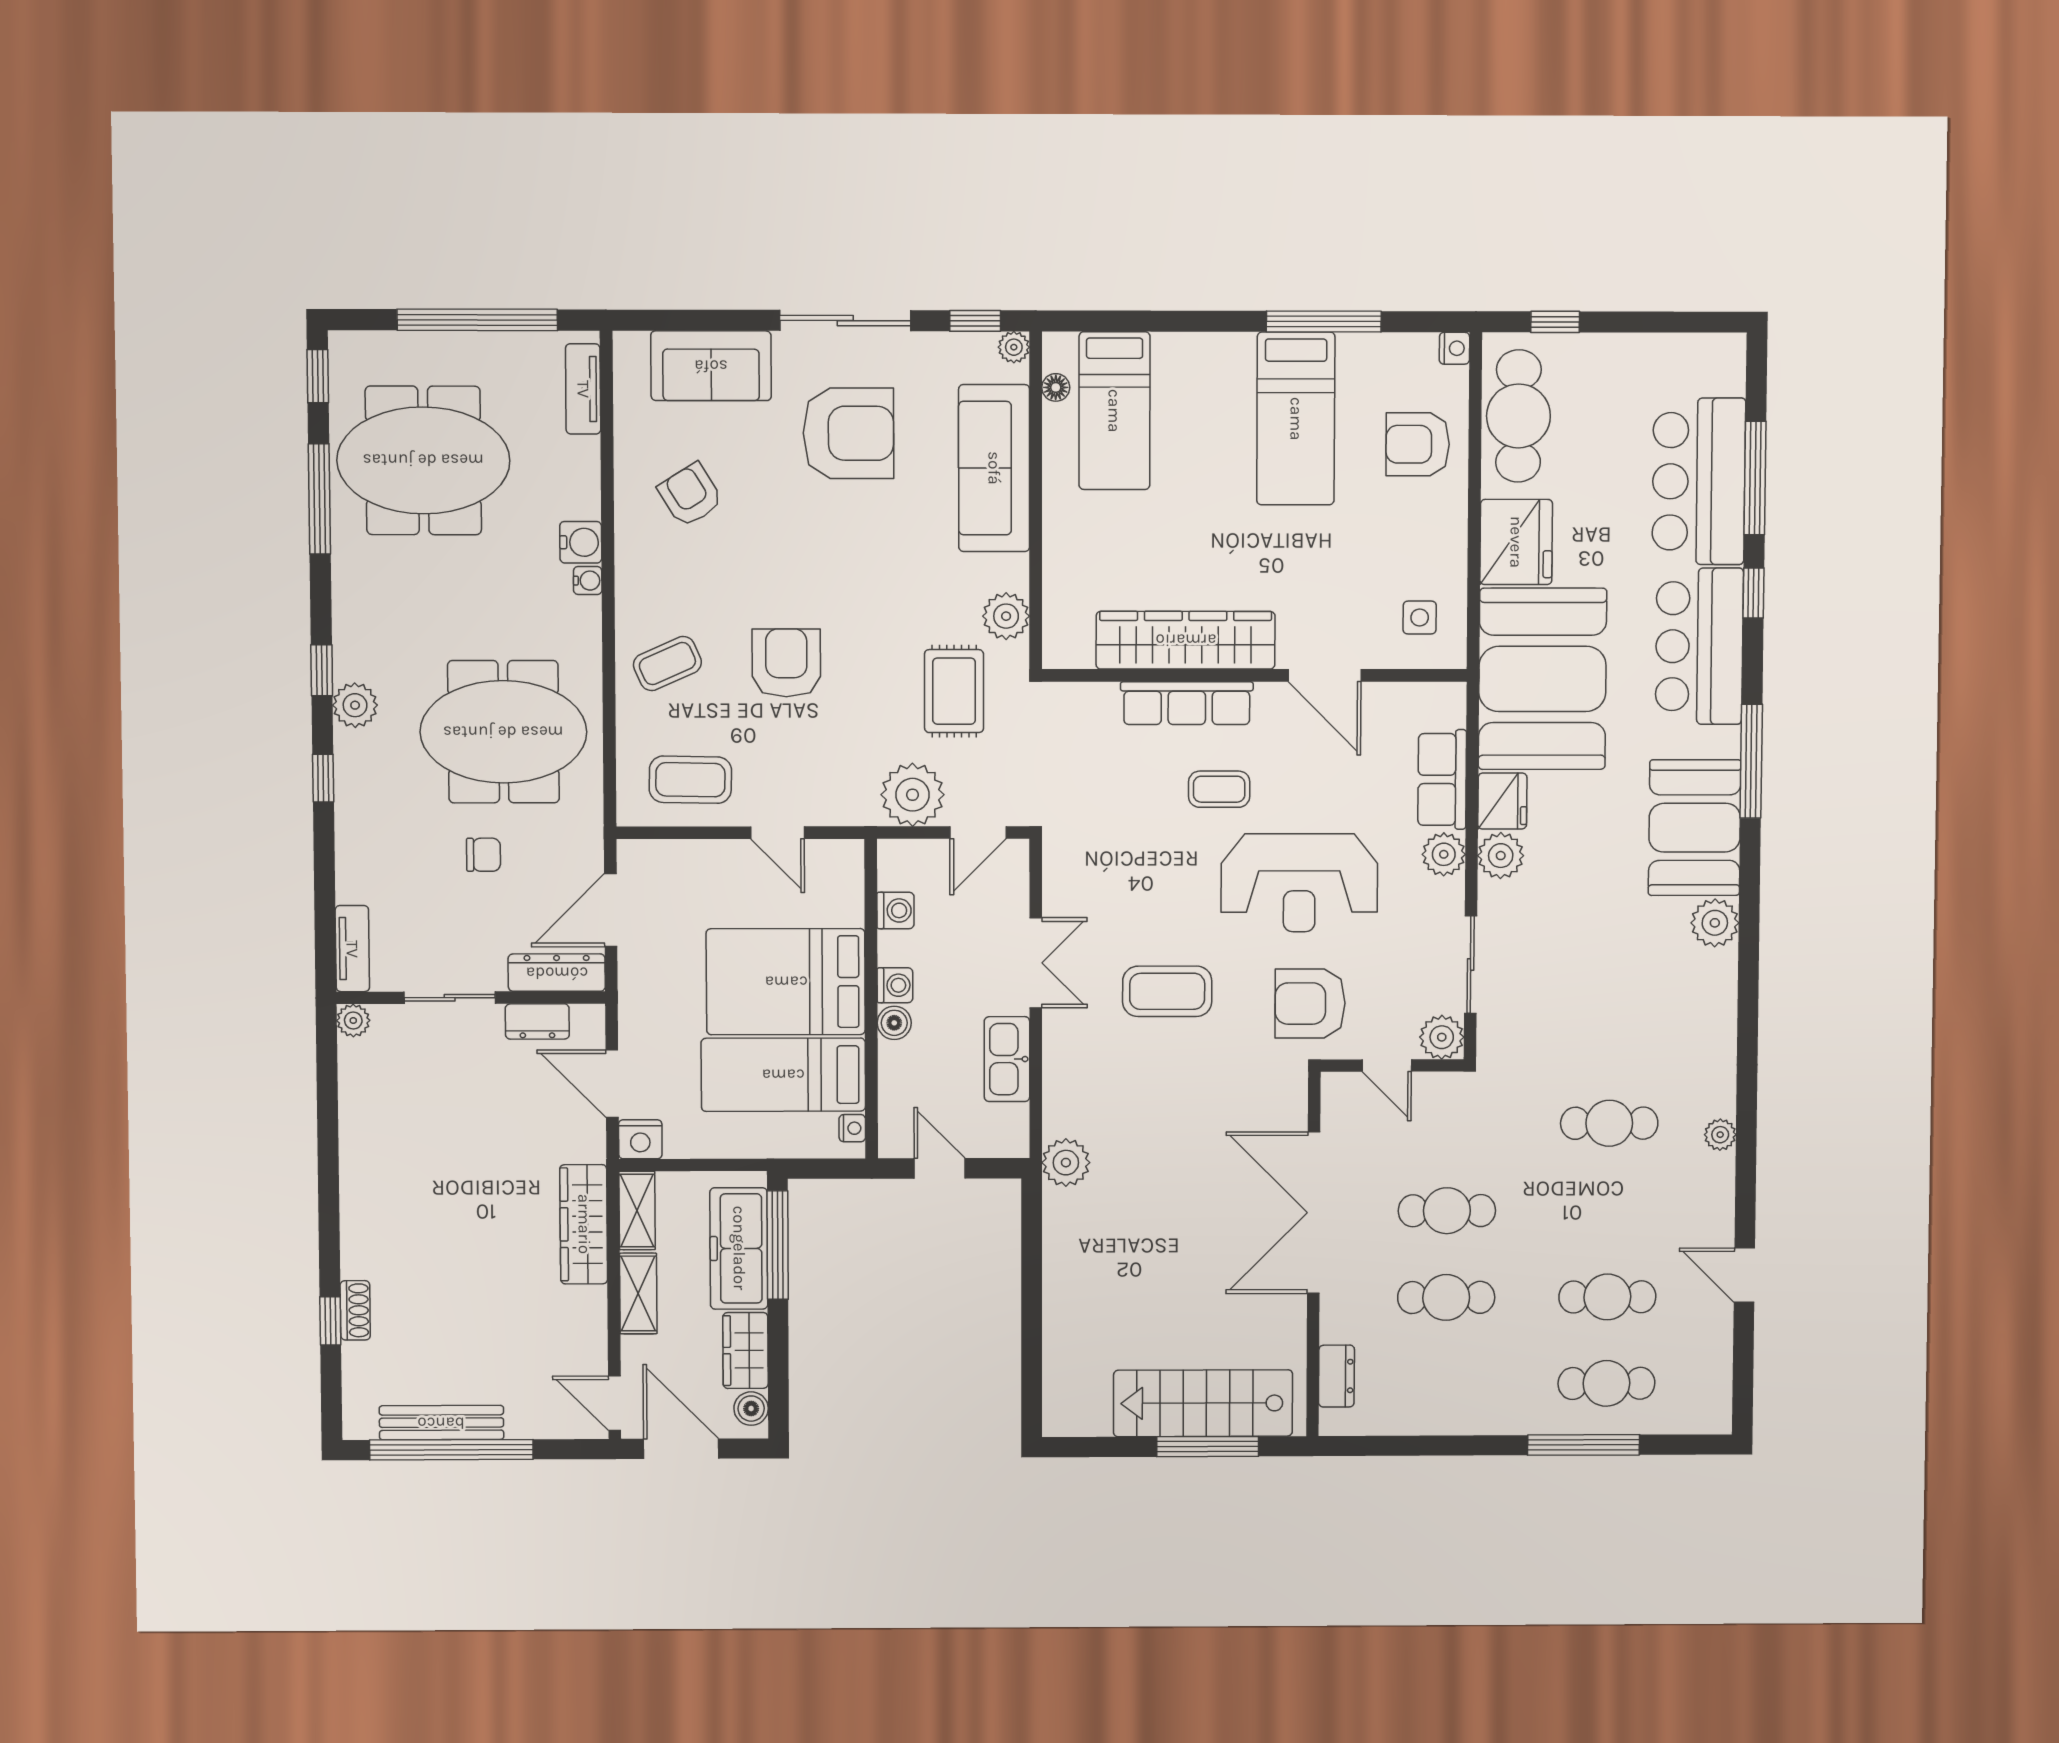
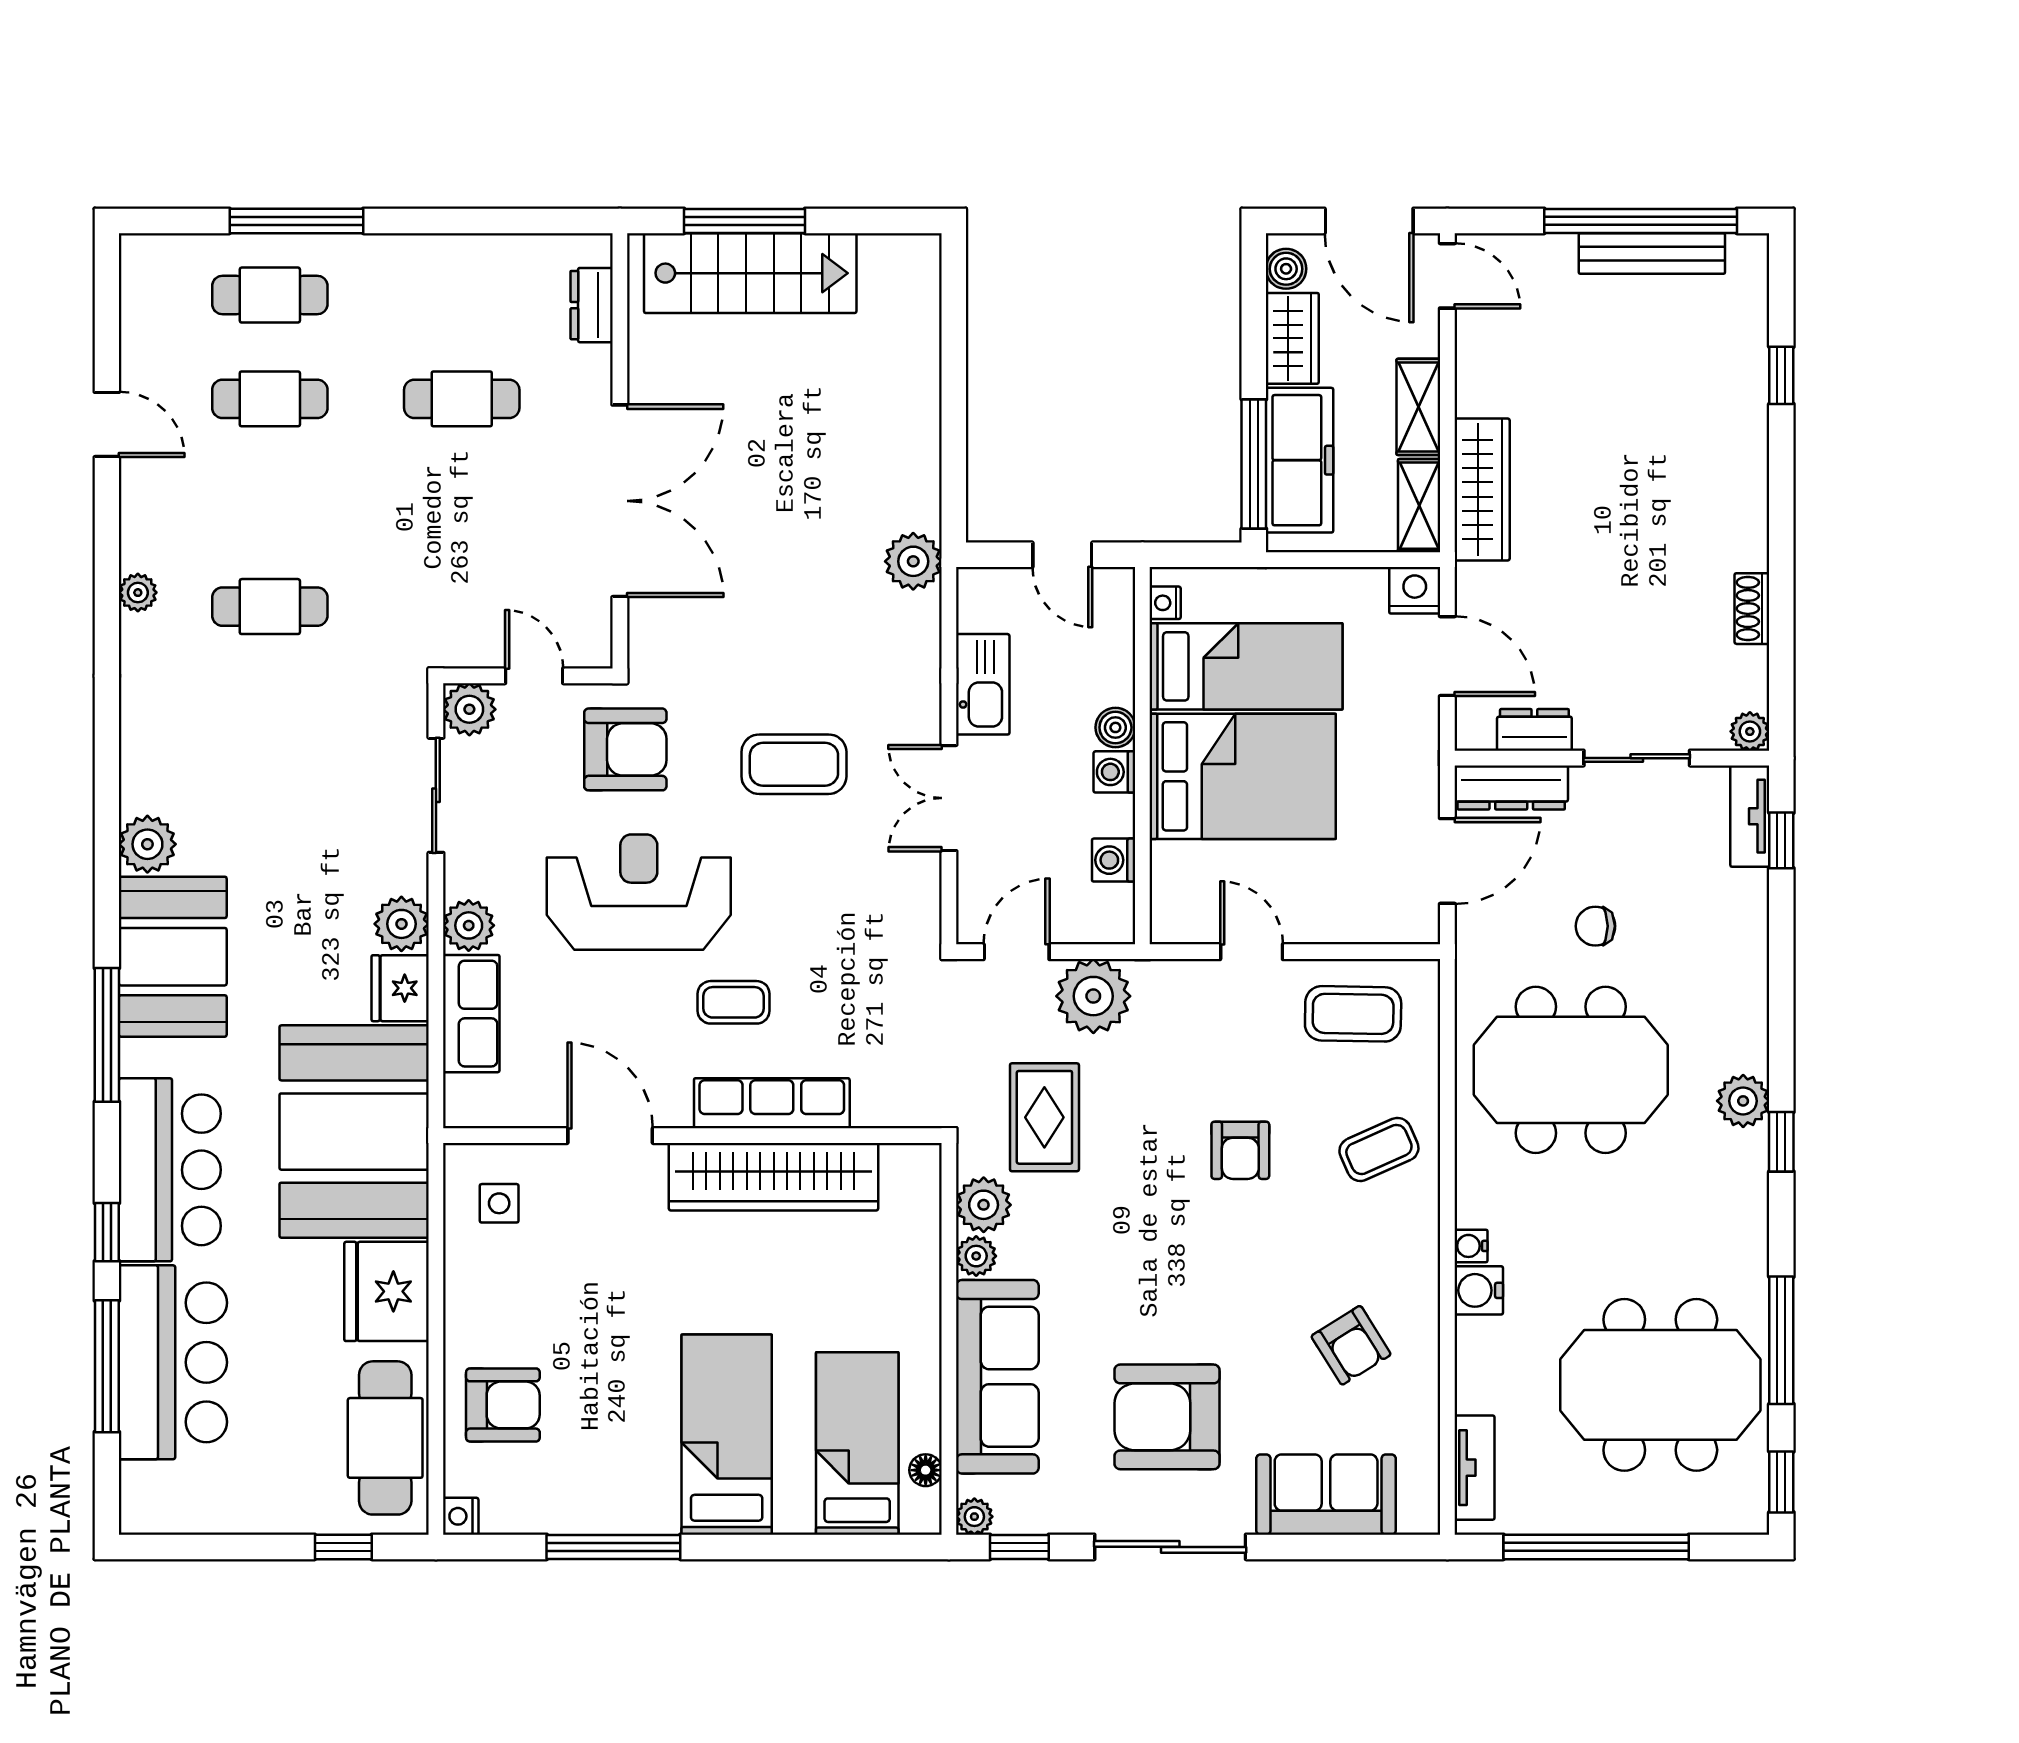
bed: (1296, 419) -> (727, 1435), moved
plant: (1012, 572) -> (976, 1256), added
armchair: (786, 663) -> (1240, 1150), width x0.72, depth x0.72
window: (323, 778) -> (1781, 840), moved
cafe table: (1447, 1211) -> (462, 503), removed
shoe rack: (355, 1310) -> (1752, 609), moved

